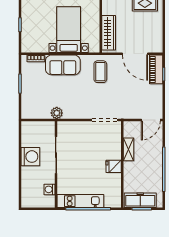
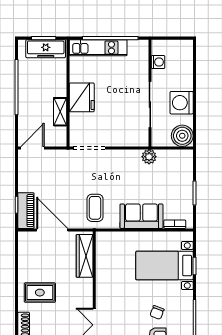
bed with nightstands: (69, 30) -> (165, 266), moved, turned 90
boiler: (30, 130) -> (182, 136), added
fridge: (114, 166) -> (82, 97), width x1.88, depth x1.34
kitchen unit: (80, 201) -> (98, 48), moved

